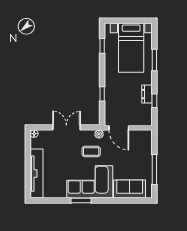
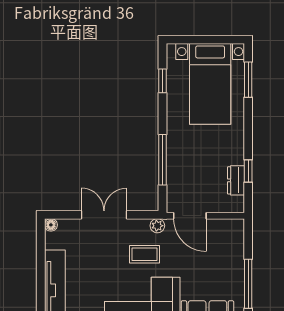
window: (154, 60) -> (248, 80), moved
window: (102, 94) -> (163, 160), width x2.17
dresser: (147, 94) -> (236, 180), moved

